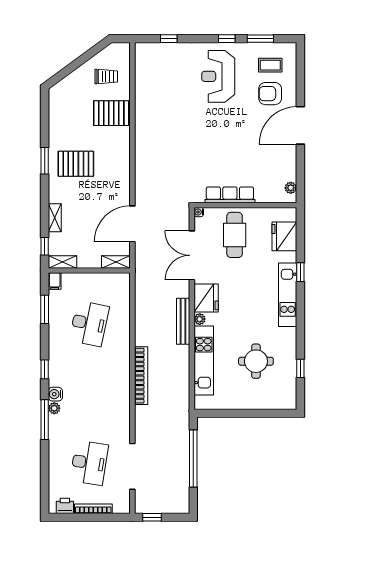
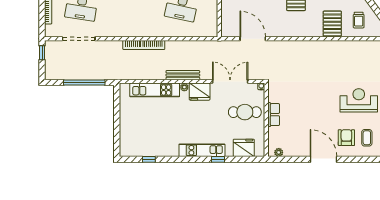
row of seats: (230, 195) -> (274, 115), width x0.68
shelving: (116, 262) -> (225, 27), removed
round table: (256, 361) -> (154, 127), removed

